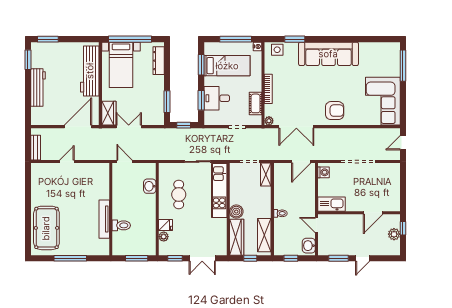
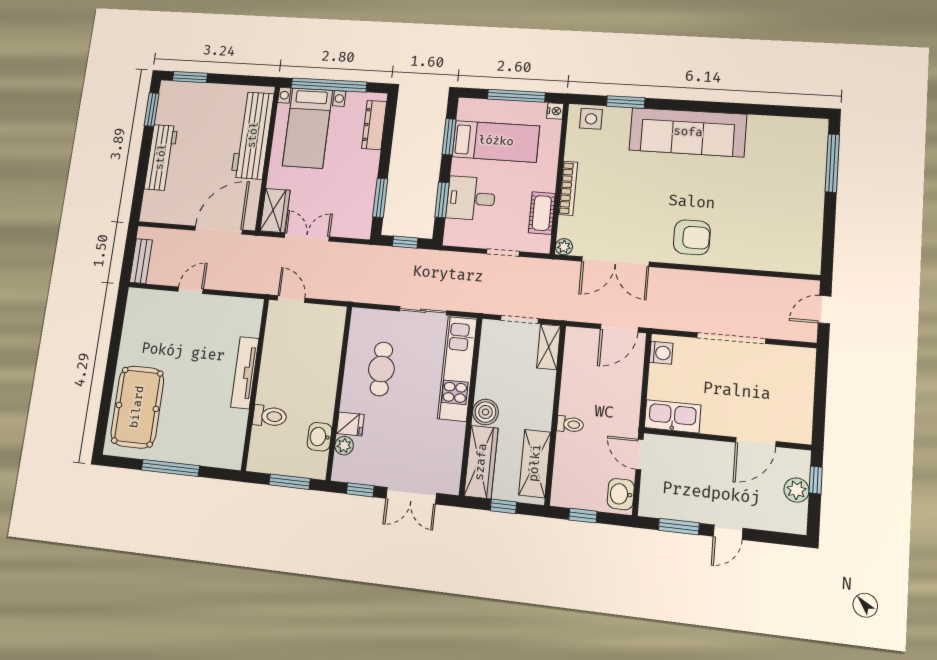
corner sofa: (383, 101) -> (788, 227), removed
washbasin: (150, 186) -> (319, 437), moved
tv unit: (104, 219) -> (245, 373), moved

